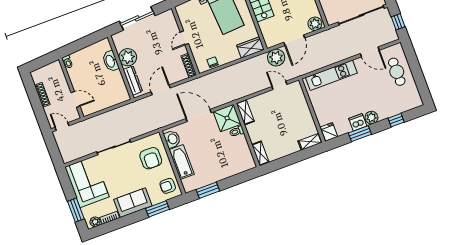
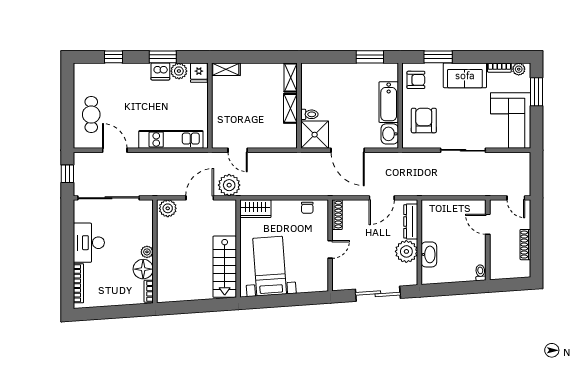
shelving: (245, 112) -> (290, 108), moved
plant: (371, 118) -> (179, 71), moved

